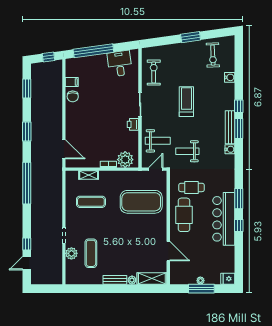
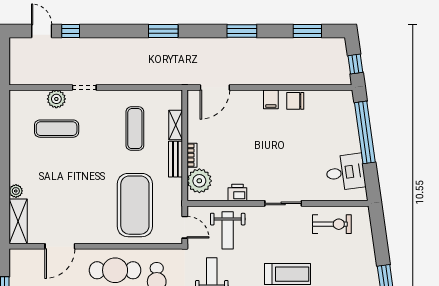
filing cabinet: (72, 82) -> (271, 99), moved
printer: (133, 124) -> (237, 193), moved
window: (27, 183) -> (163, 31), width x0.47
bench: (115, 280) -> (175, 159), moved

